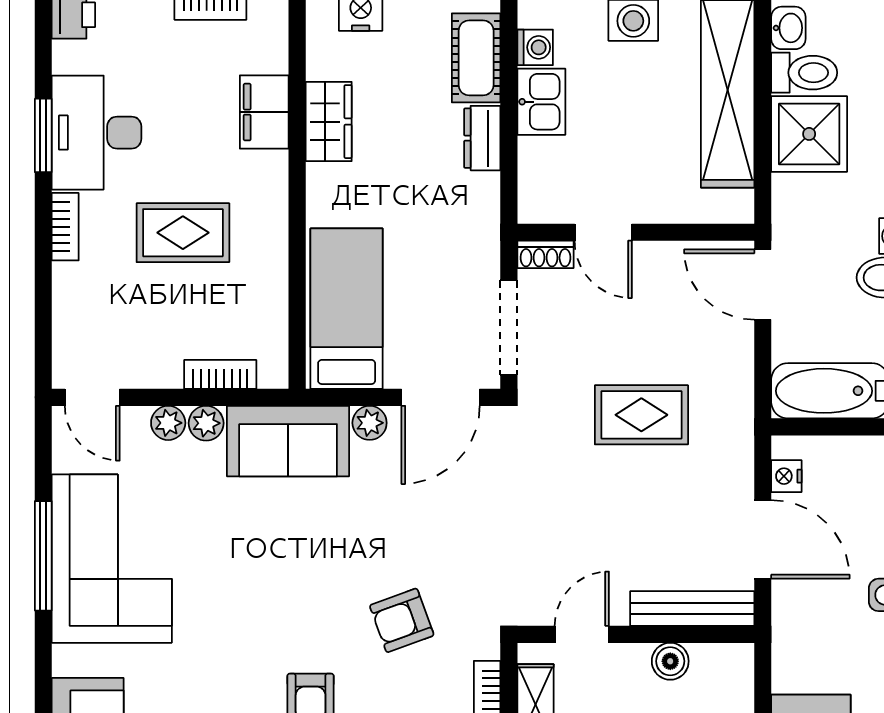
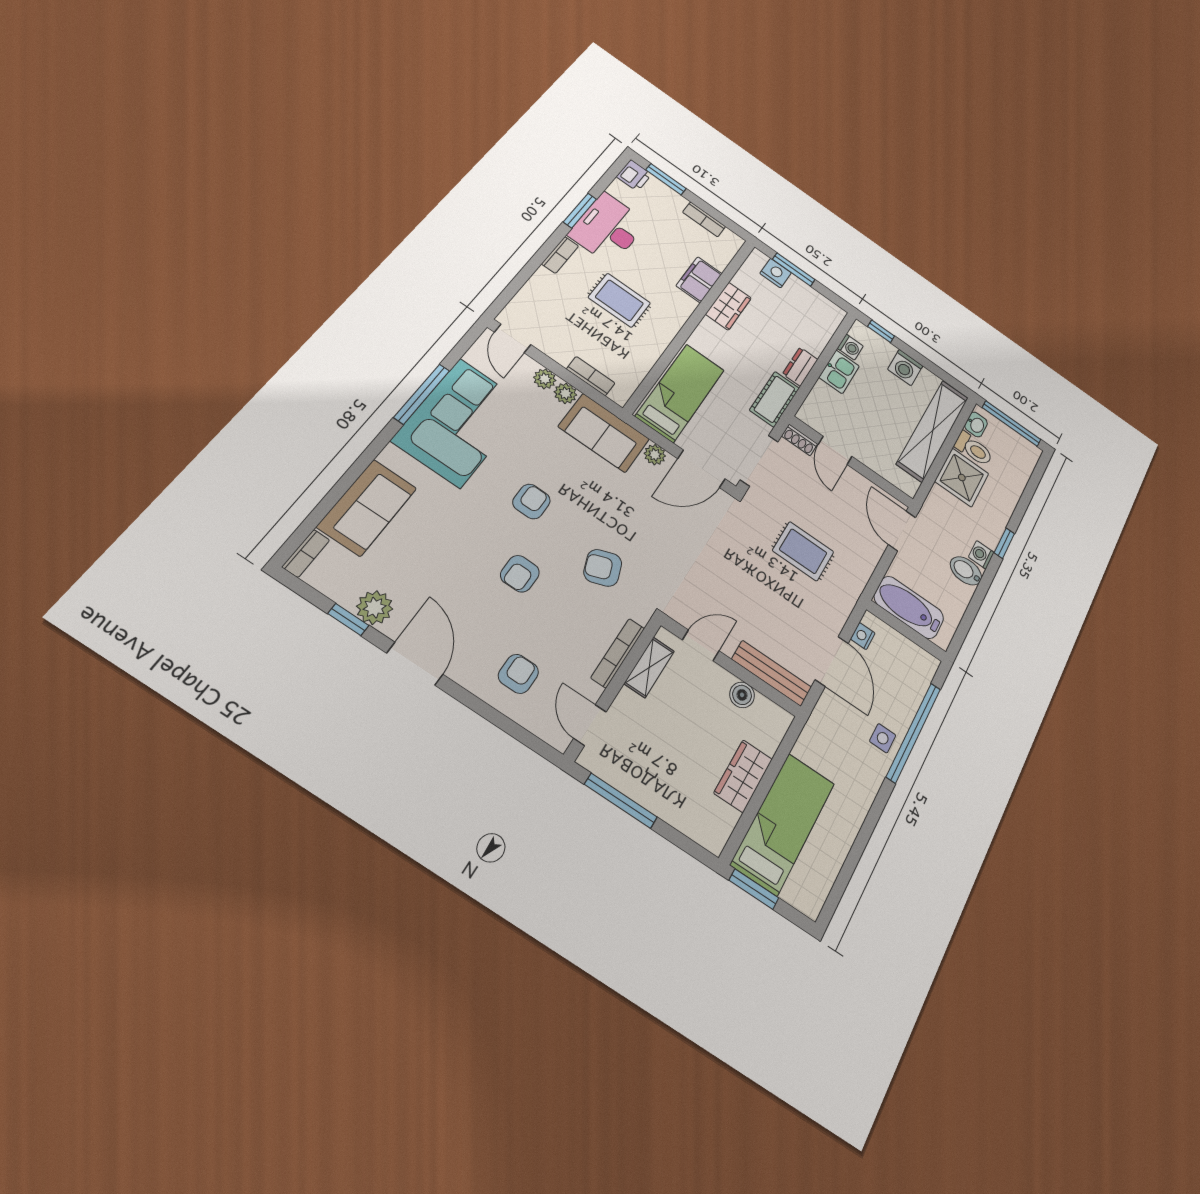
cot: (476, 58) -> (775, 399), moved
armchair: (263, 598) -> (531, 501), added

